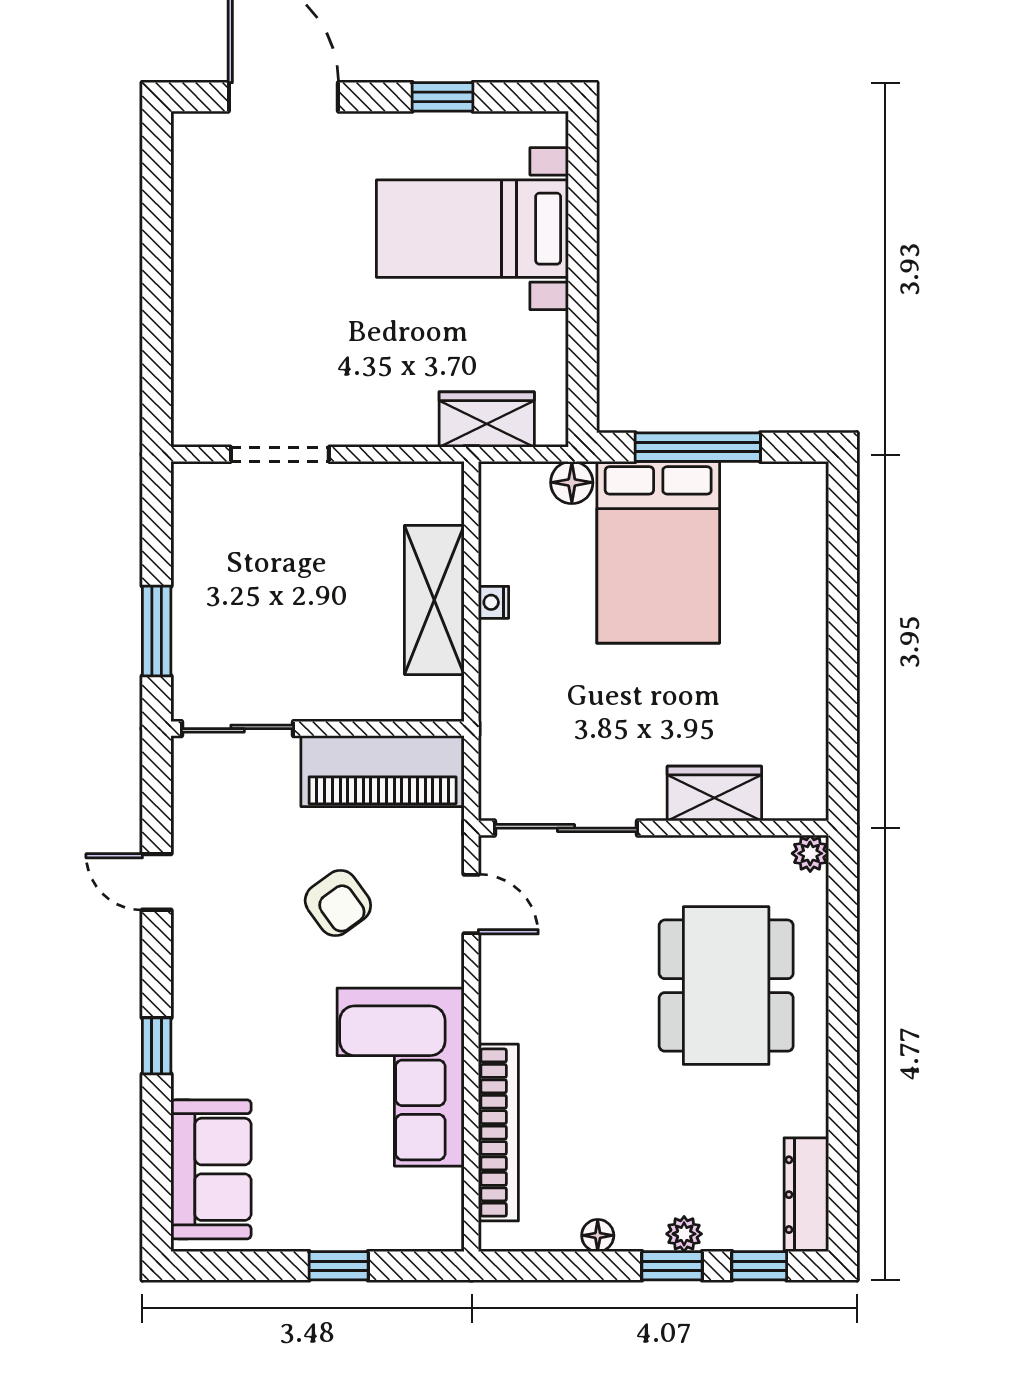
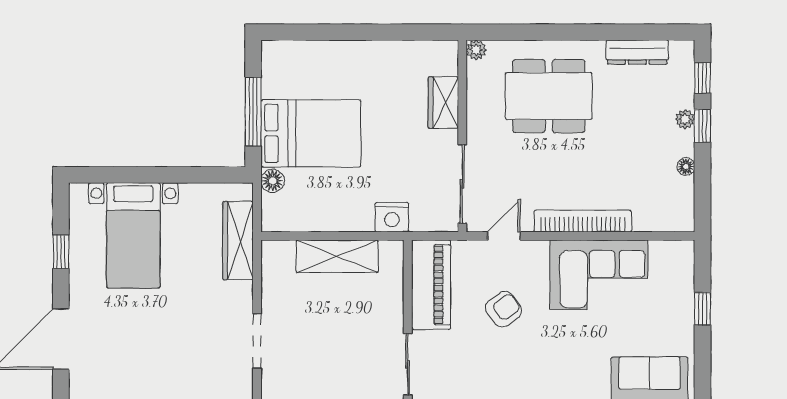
wardrobe: (487, 419) -> (238, 241), width x1.50
nightstand: (493, 602) -> (392, 217), moved, width x1.89, depth x1.79
bookcase: (498, 1133) -> (583, 221), moved
dresser: (806, 1195) -> (637, 52), moved

